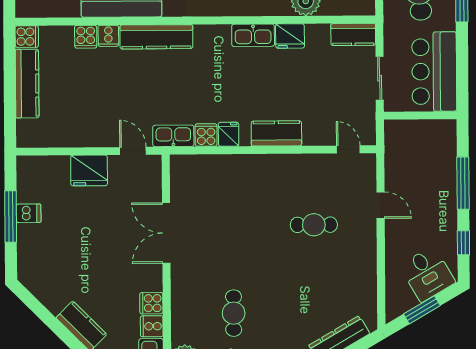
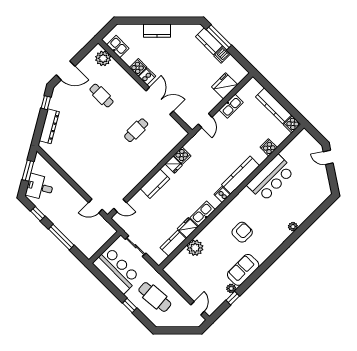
kitchen counter: (353, 34) -> (173, 243), moved
cooker: (108, 36) -> (222, 195), moved
kitchen sink: (173, 136) -> (231, 106), moved
door: (133, 151) -> (205, 121), hinge flipped
fridge: (89, 170) -> (225, 86), moved
door: (381, 205) -> (95, 206), moved
window: (11, 217) -> (219, 37), moved
cafe table: (314, 225) -> (136, 130), moved
kitchen counter: (28, 247) -> (209, 41), added
cooker: (152, 326) -> (147, 76), moved

